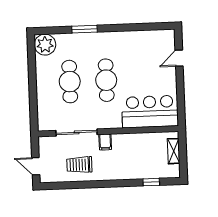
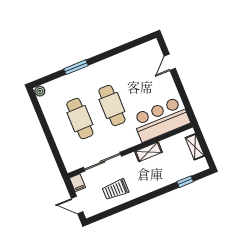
plant: (45, 45) -> (40, 91), width x0.53, depth x0.53
shelving: (126, 139) -> (148, 152), added
filing cabinet: (105, 142) -> (78, 183), moved

